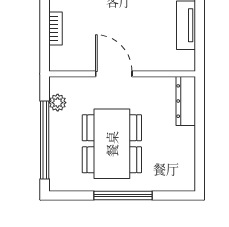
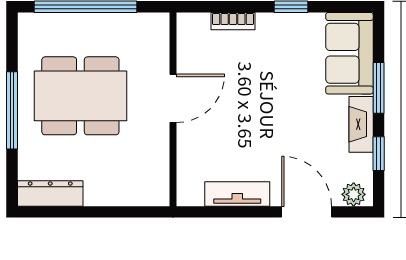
dresser: (186, 101) -> (50, 194), moved
plant: (58, 103) -> (135, 24), removed

